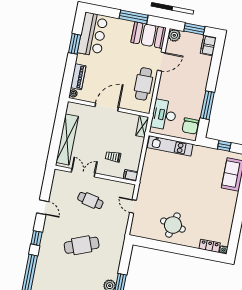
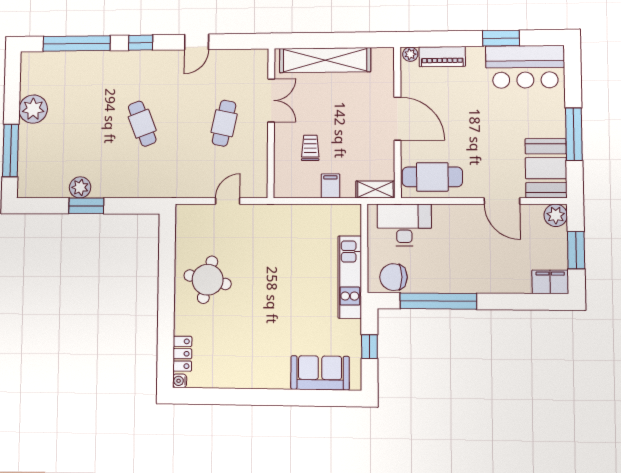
cafe table: (144, 84) -> (432, 177), moved
window: (207, 105) -> (438, 301), width x1.46
kitchen unit: (170, 146) -> (350, 277), moved
filing cabinet: (131, 175) -> (330, 186), moved
cafe table: (82, 245) -> (142, 124), width x0.73, depth x0.74

